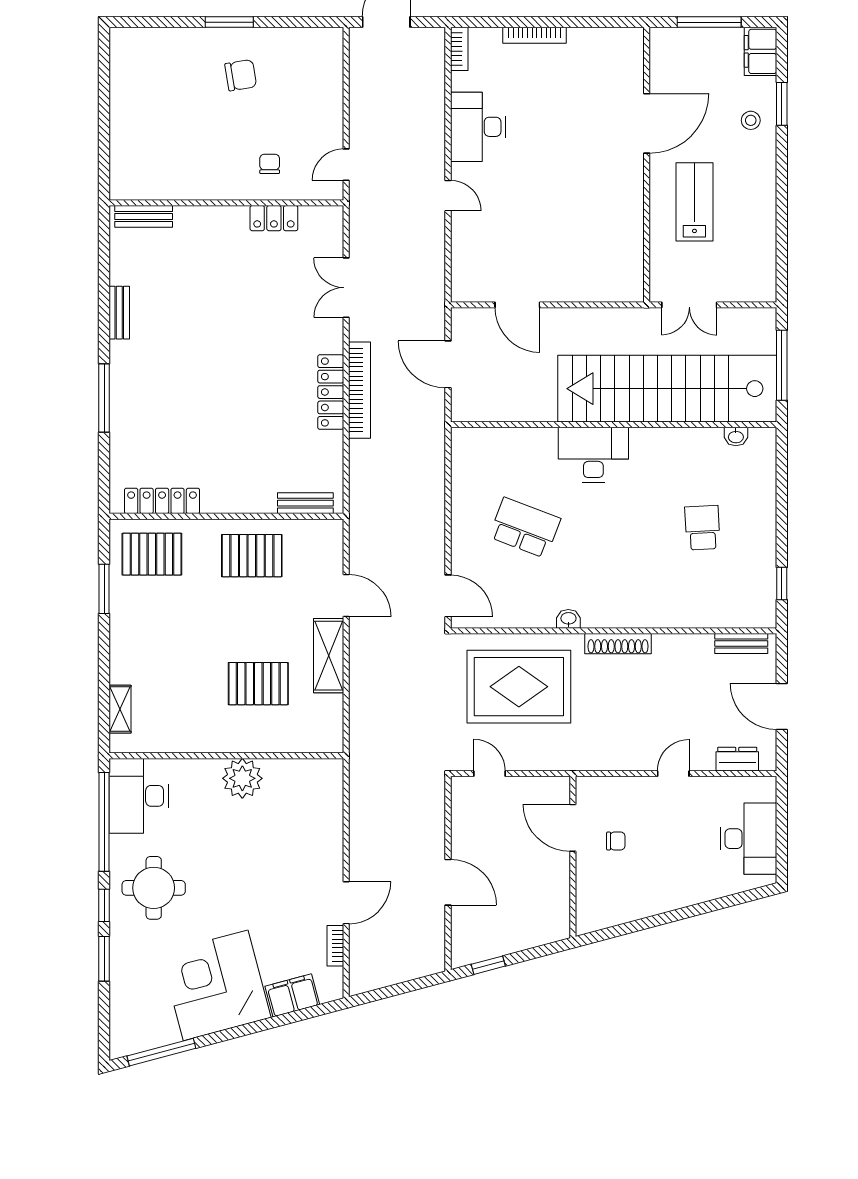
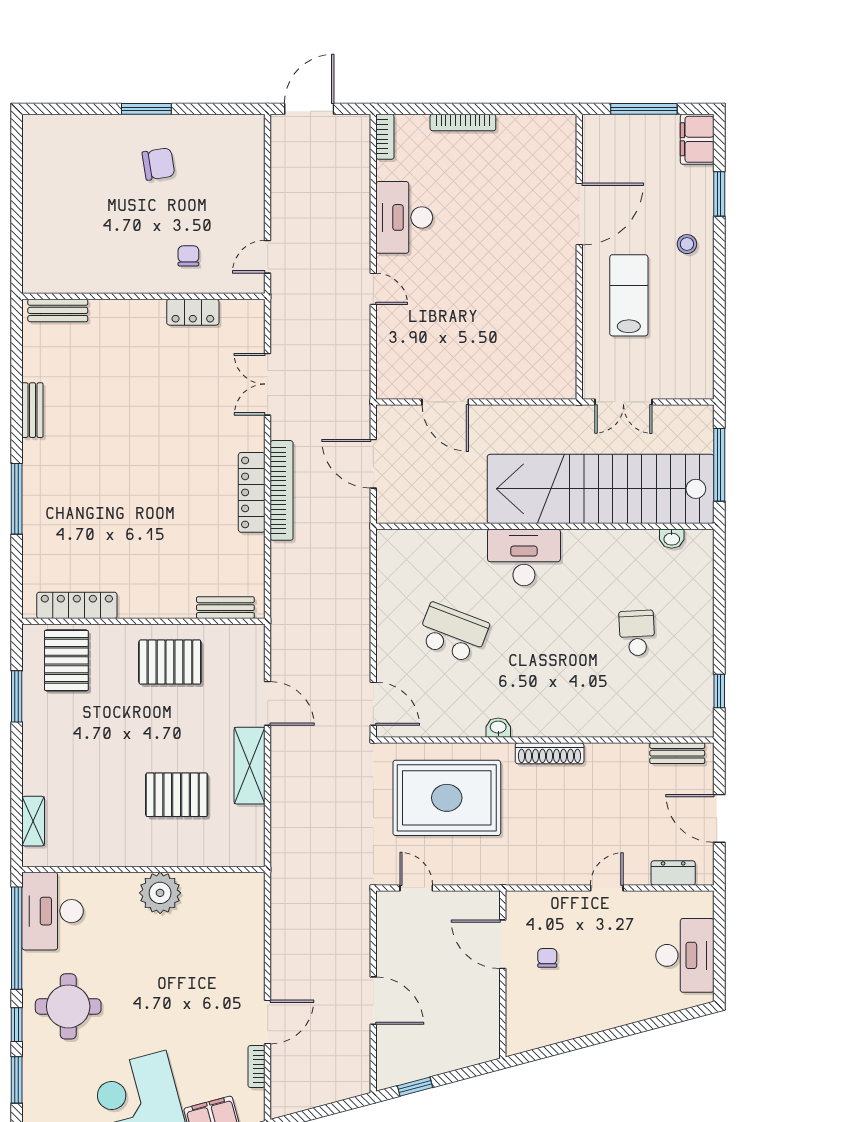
stool: (751, 120) -> (687, 244), moved
pallet: (152, 554) -> (66, 660), turned 90
chair: (616, 841) -> (547, 958), turned -90

